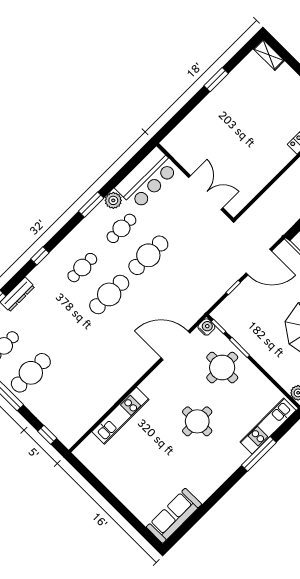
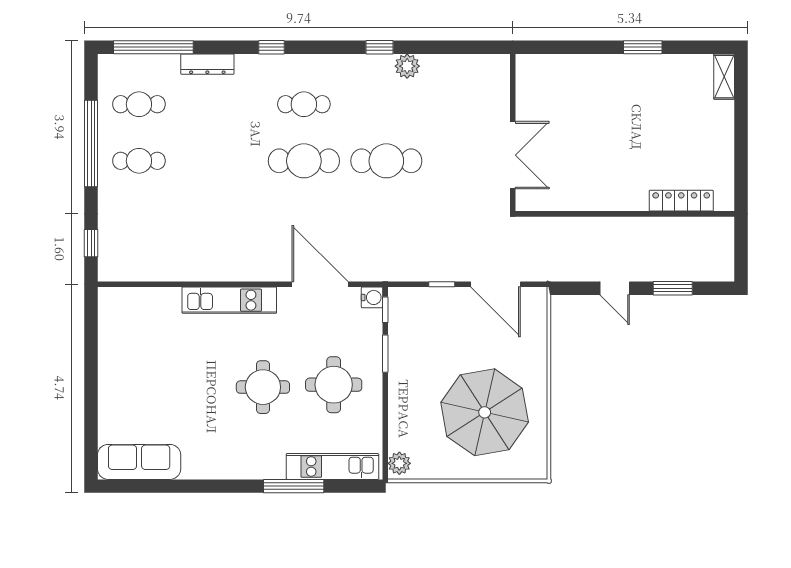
bar counter: (147, 178) -> (466, 78), removed
window: (91, 205) -> (379, 47), width x0.67
cafe table: (121, 228) -> (386, 104), removed
round table: (222, 368) -> (334, 385), moved
cafe table: (31, 373) -> (139, 161), width x0.73, depth x0.74
kitchen unit: (120, 416) -> (229, 300), moved

